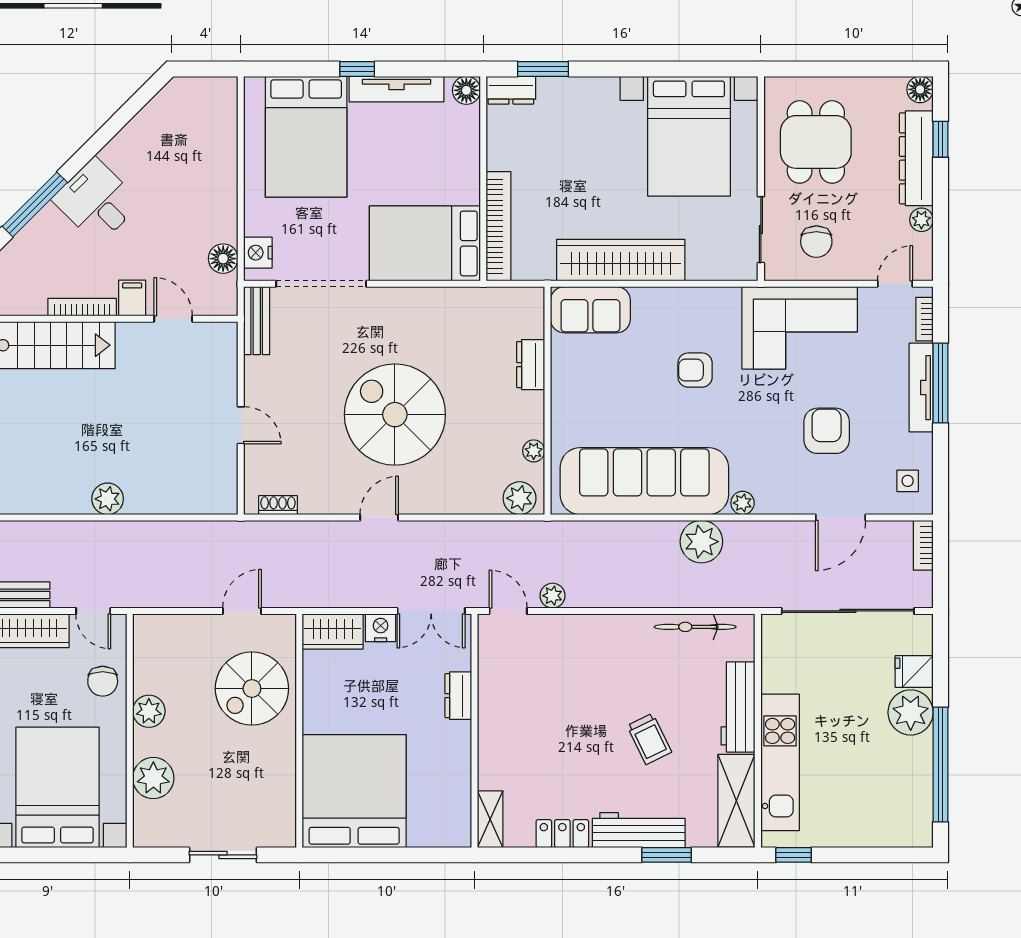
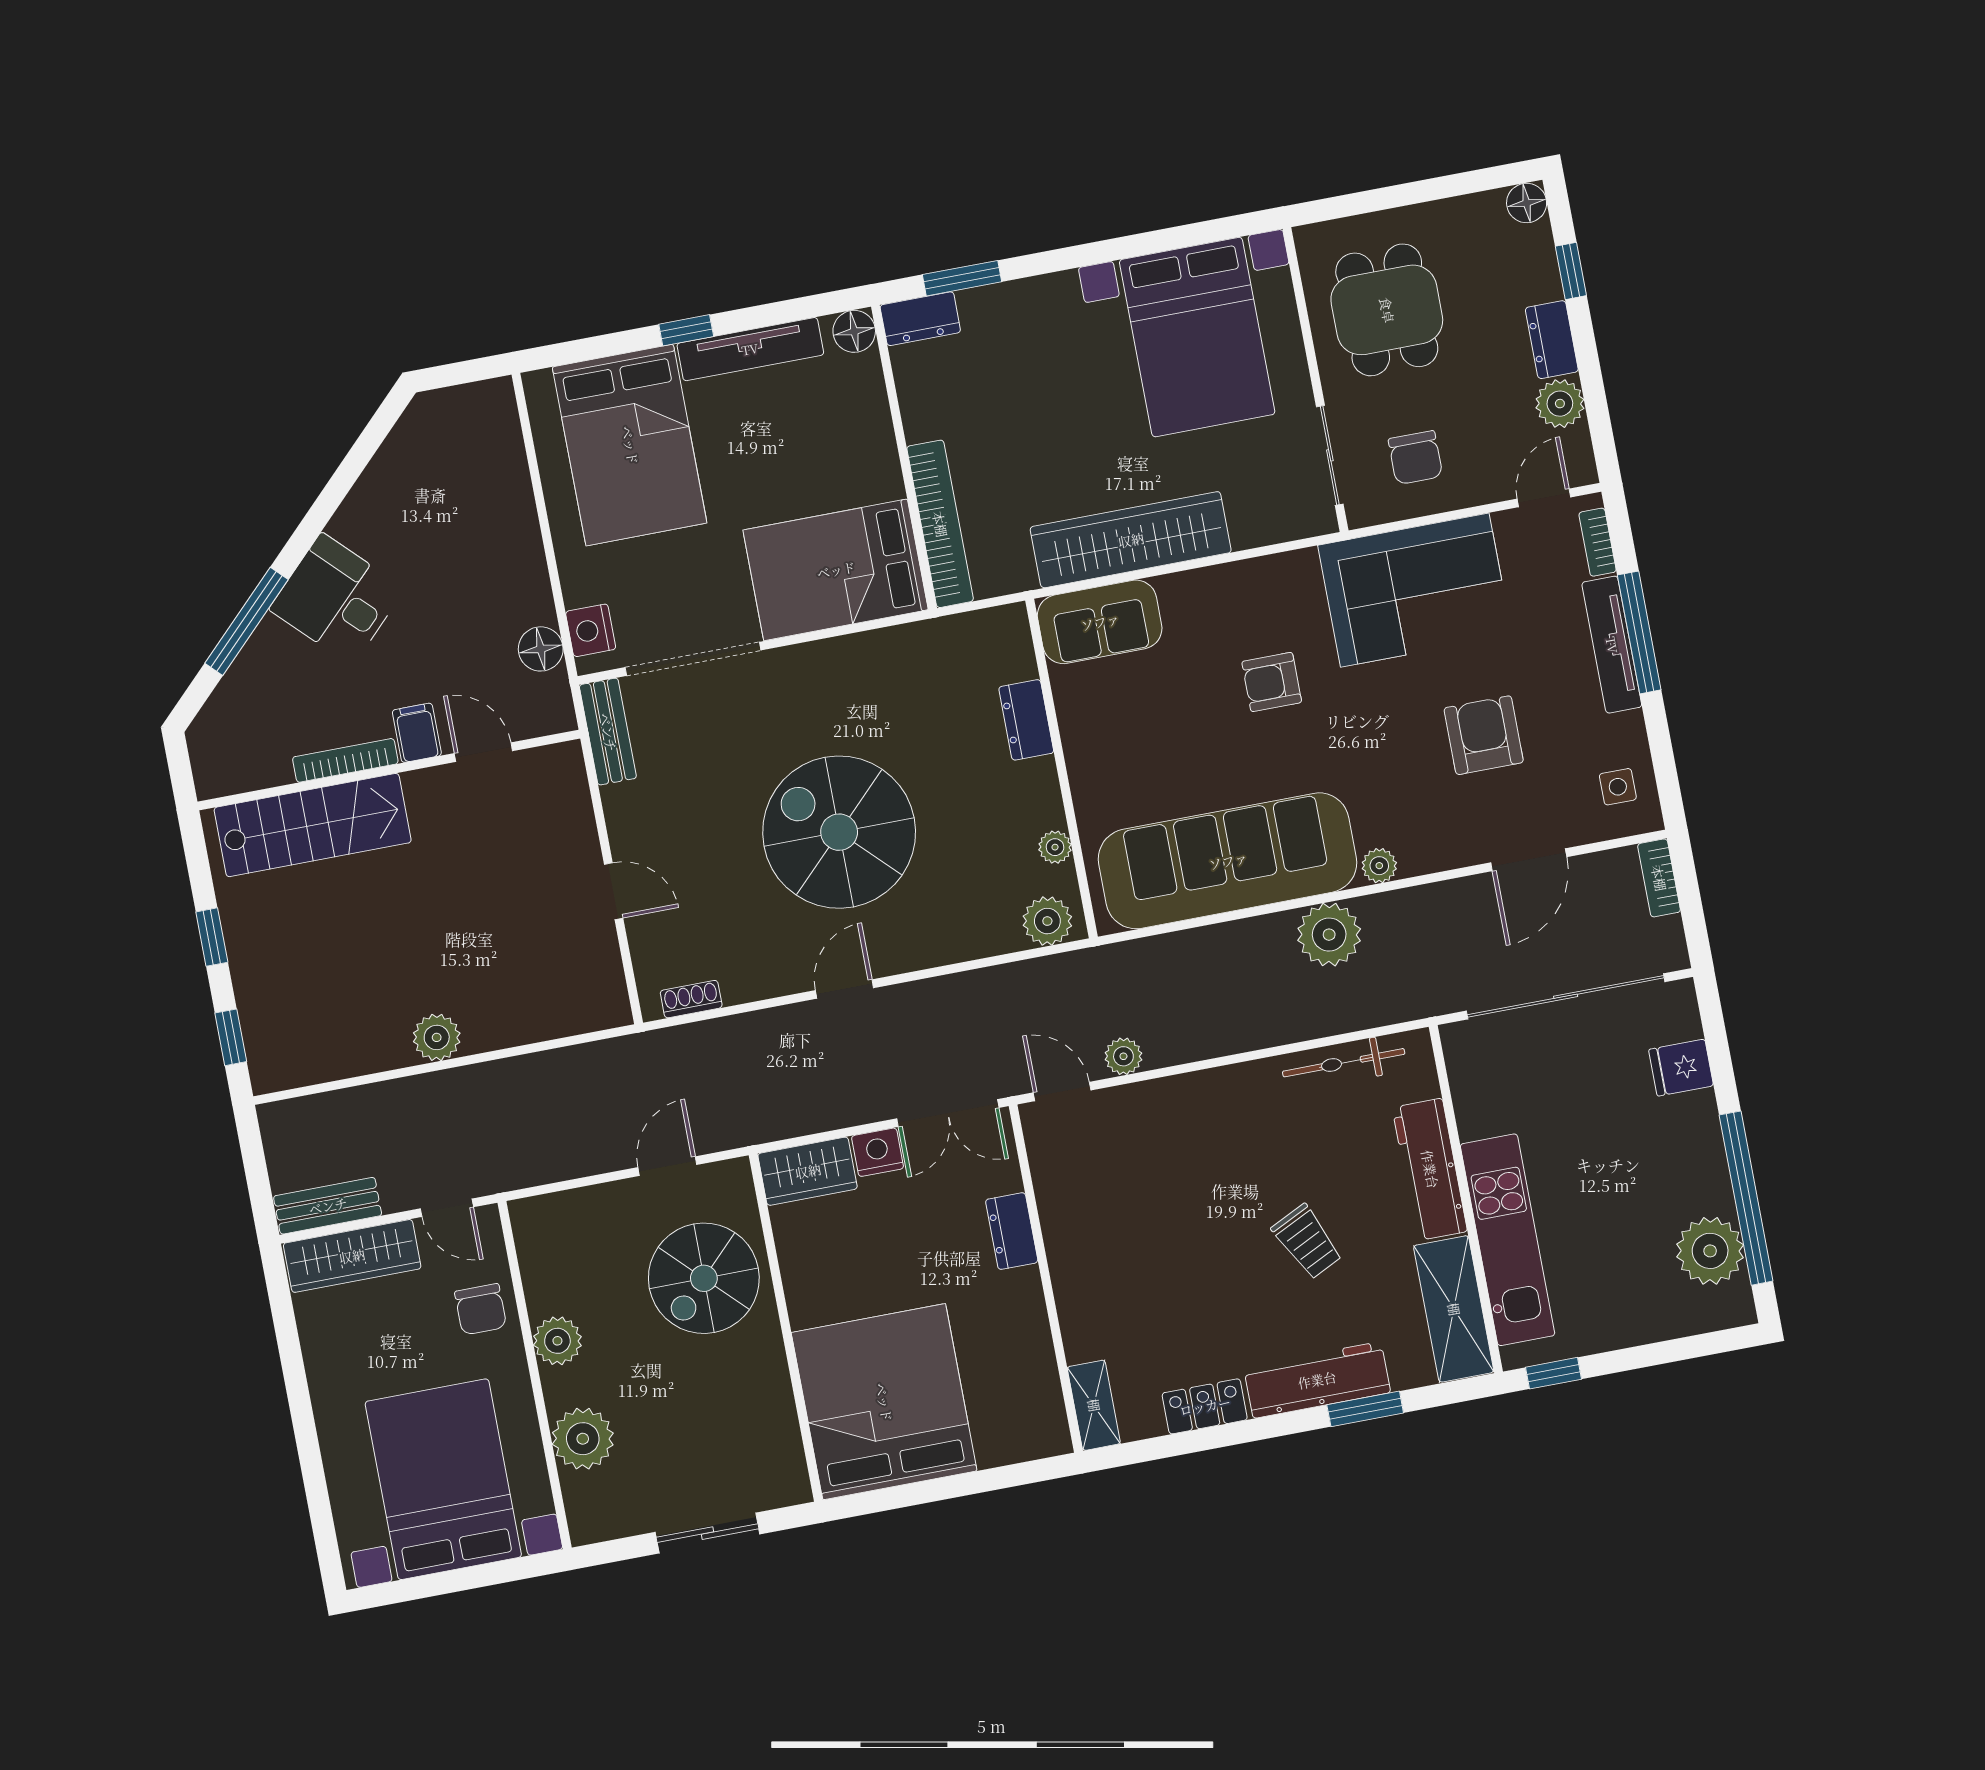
dresser: (916, 158) -> (1552, 340), width x0.51, depth x0.80
plant: (921, 220) -> (1560, 404), width x1.38, depth x1.38
plant: (911, 712) -> (1710, 1251), moved

